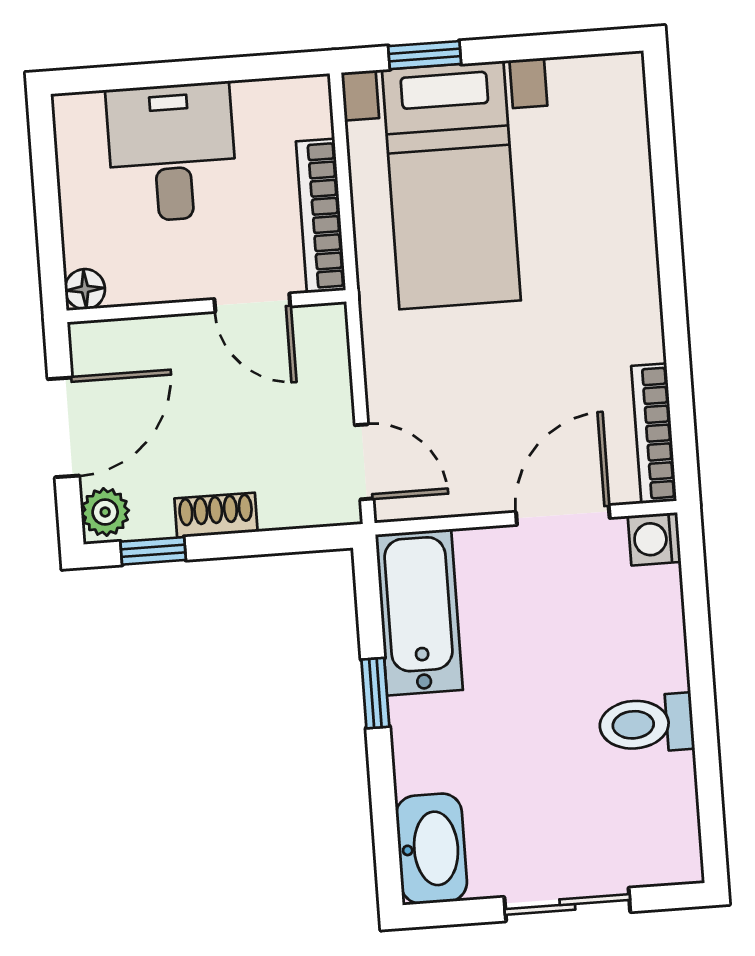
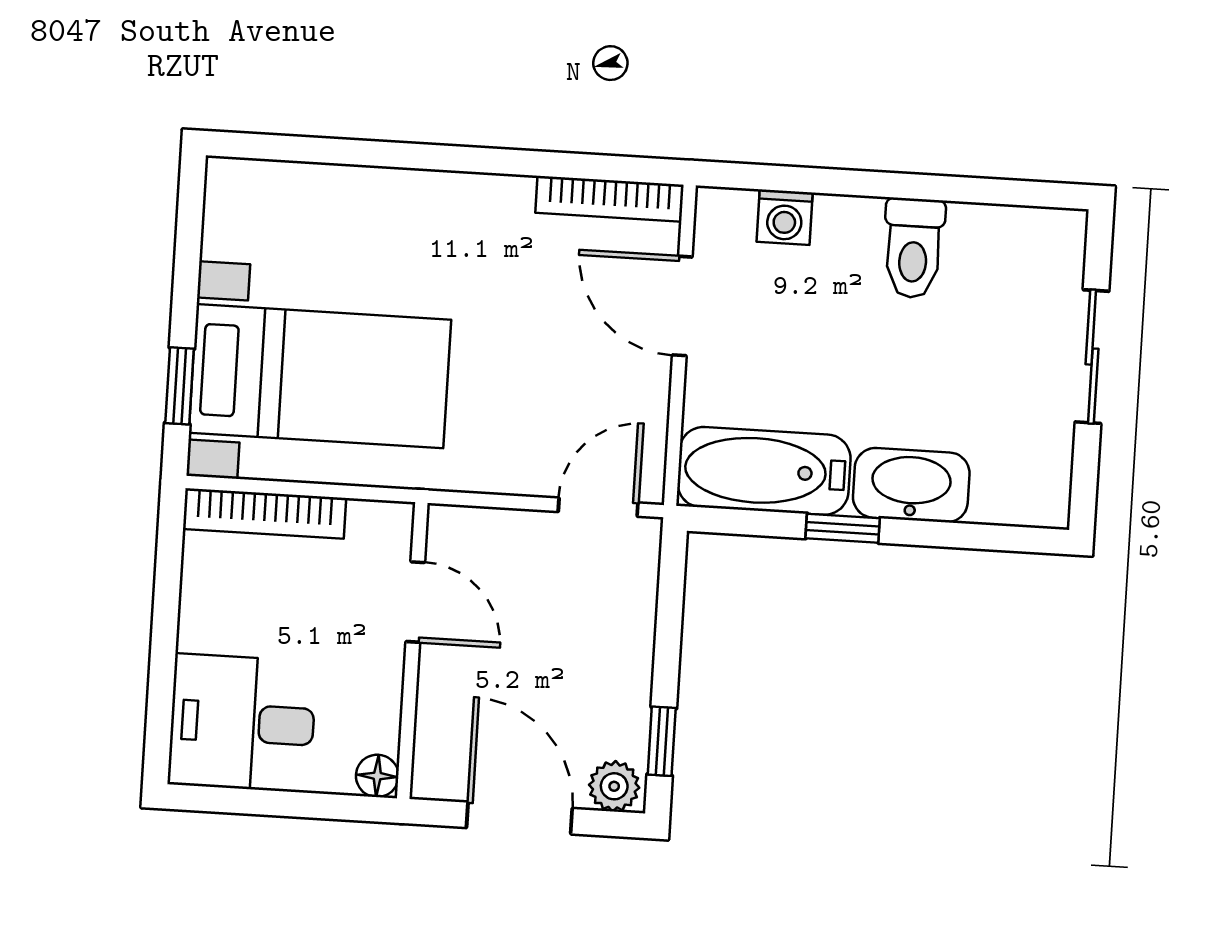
desk: (172, 152) -> (242, 723), moved
bookcase: (321, 216) -> (265, 513), moved
door: (252, 303) -> (415, 602), hinge flipped
shoe rack: (216, 515) -> (633, 670), removed
washing machine: (654, 539) -> (785, 217), moved
washbasin: (431, 849) -> (911, 485), moved

